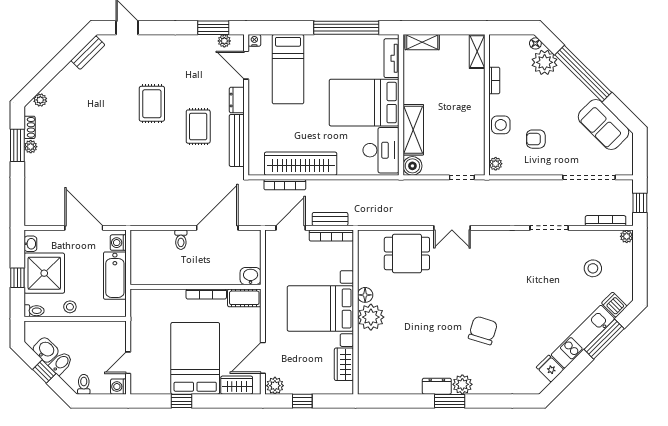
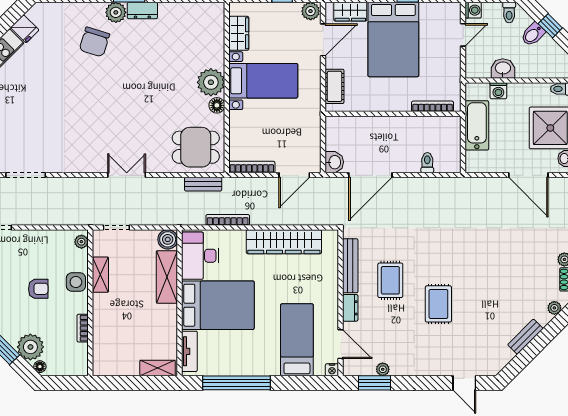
plant: (224, 41) -> (383, 369), moved
shelving: (477, 52) -> (100, 275), moved
bench: (88, 53) -> (525, 337), moved
armchair: (536, 139) -> (38, 289), moved
bookcase: (285, 185) -> (228, 220), moved
bench: (330, 219) -> (203, 184), moved
door: (84, 228) -> (528, 175), moved
toilet: (181, 240) -> (427, 163), moved
washing machine: (118, 243) -> (498, 91), moved, turned 90
dining table: (407, 254) -> (196, 147), moved
washbasin: (251, 276) -> (334, 162), moved, turned -90
bookcase: (206, 294) -> (433, 106), moved
cot: (244, 298) -> (335, 86), moved, turned 90
stool: (70, 307) -> (524, 93), removed
bed with nightstands: (320, 309) -> (263, 81), width x0.73
chair: (483, 330) -> (94, 42), moved
washbasin: (46, 350) -> (503, 69), moved, turned 135

